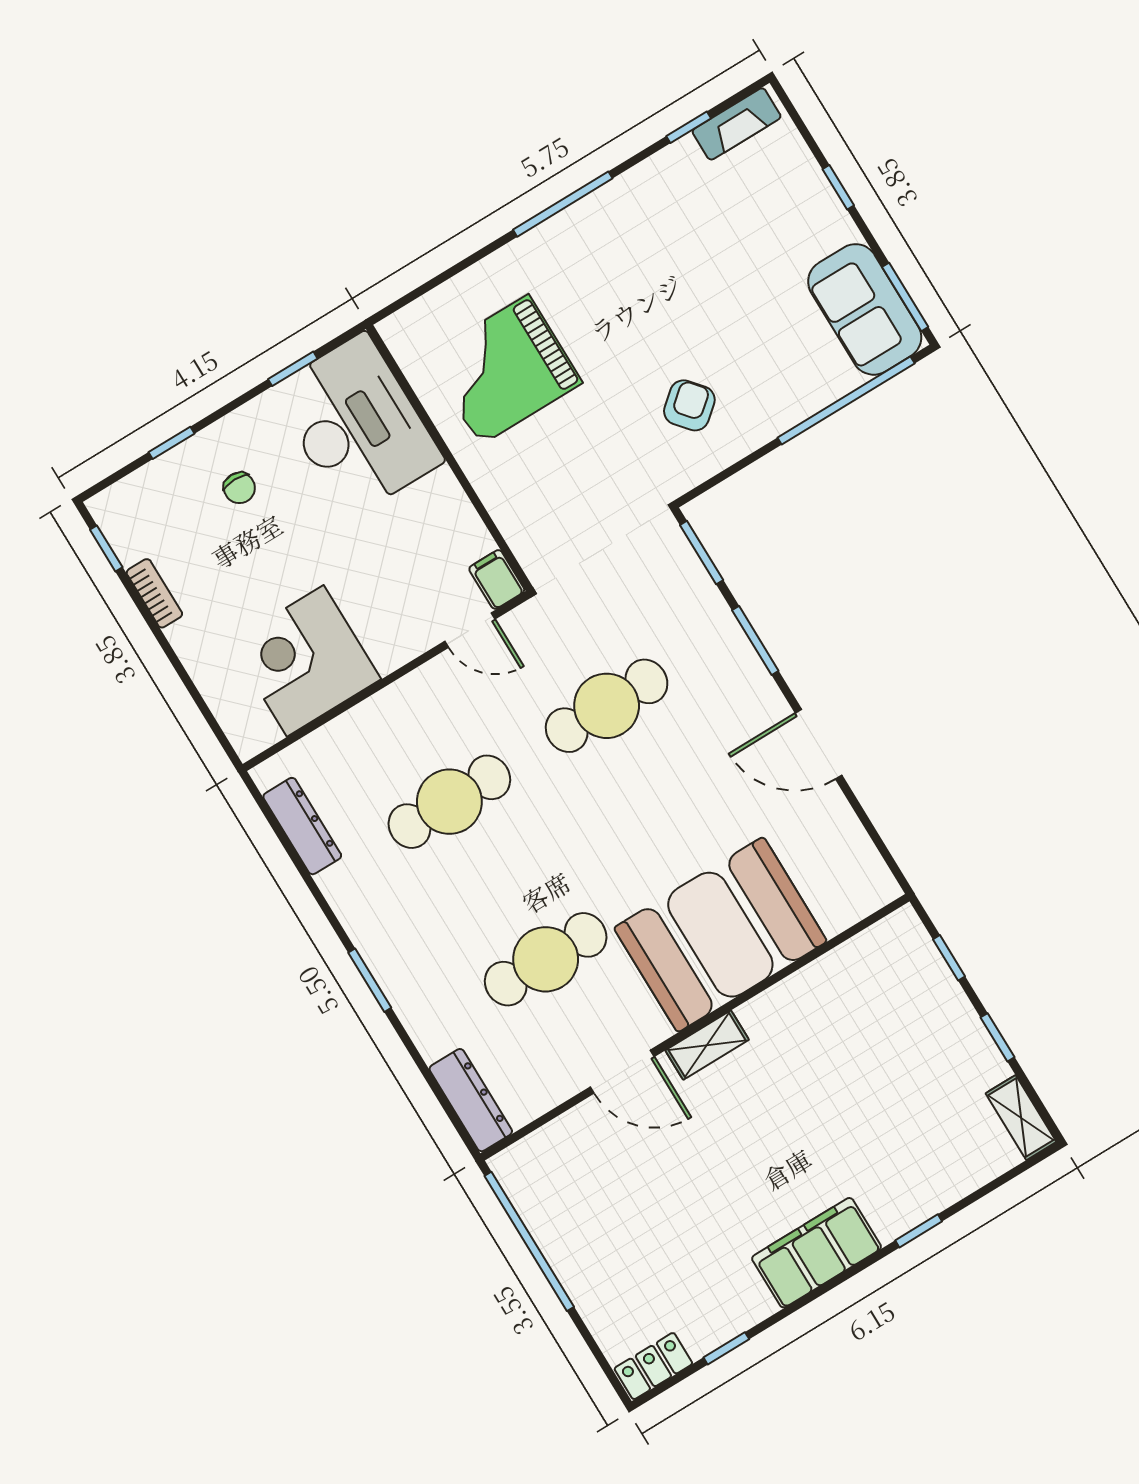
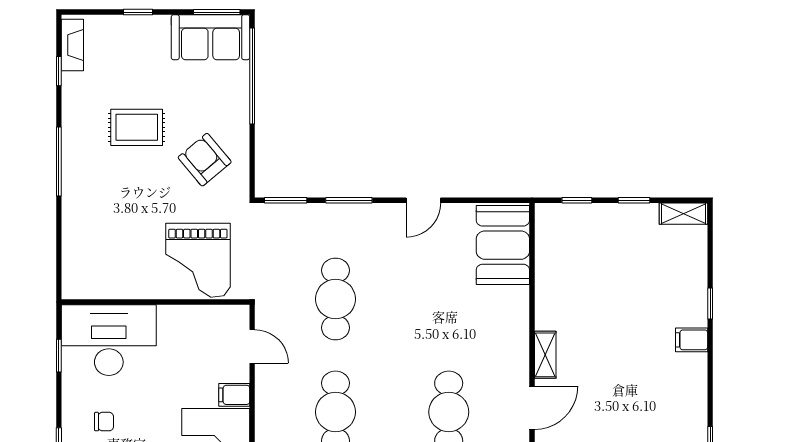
rug: (677, 283) -> (137, 127), added
grand piano: (504, 370) -> (198, 260), moved
armchair: (689, 405) -> (205, 160), width x1.38, depth x1.38
filing cabinet: (497, 579) -> (234, 395), moved
door: (470, 630) -> (252, 346), hinge flipped
door: (819, 744) -> (423, 200), width x0.73
booth: (720, 935) -> (503, 245), moved, width x0.73, depth x0.70
filing cabinet: (817, 1253) -> (692, 340), width x0.33, depth x0.86

